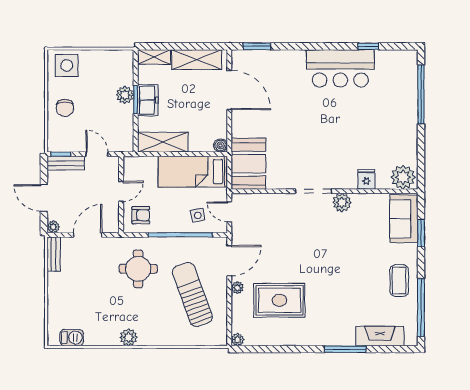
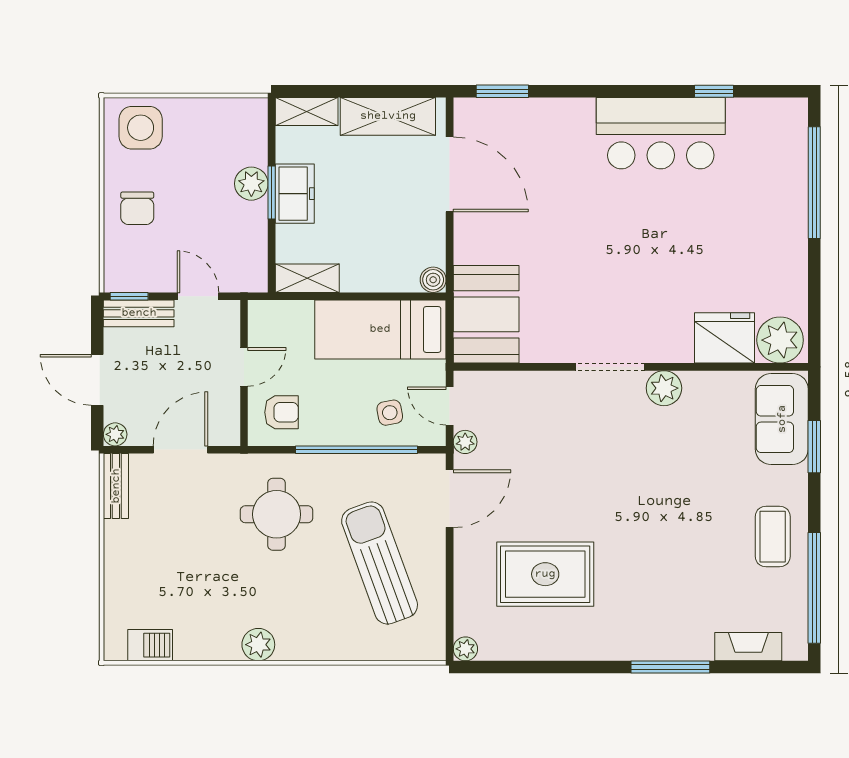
shelving: (163, 142) -> (307, 278), width x0.67, depth x0.75
fridge: (366, 179) -> (725, 338), width x1.88, depth x1.34
plant: (237, 288) -> (465, 442), moved
fireplace: (380, 336) -> (748, 647), width x0.73, depth x0.76

